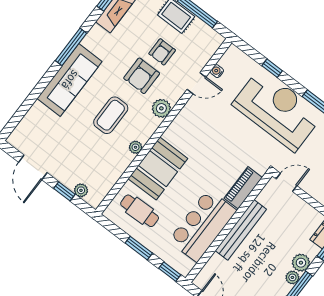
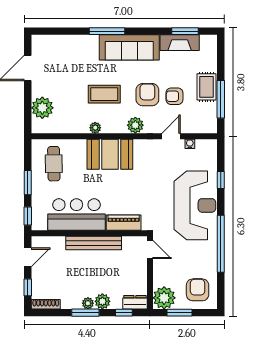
window: (71, 47) -> (107, 31), moved
armchair: (142, 76) -> (147, 95), turned 90
sofa: (70, 80) -> (129, 47), moved
door: (197, 83) -> (171, 136), swing flipped
booth: (158, 169) -> (110, 154), moved
plant: (81, 190) -> (42, 108), width x1.88, depth x1.88
window: (64, 191) -> (28, 102), removed

